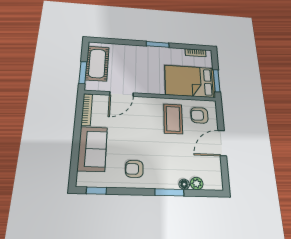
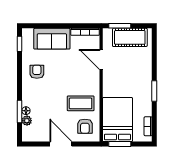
armchair: (199, 115) -> (85, 126), turned 180
window: (169, 192) -> (20, 111), moved

